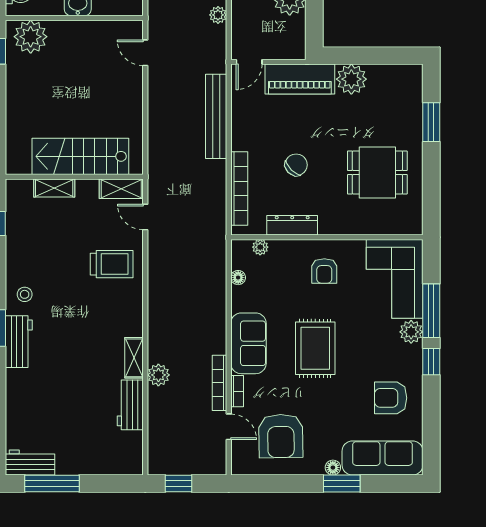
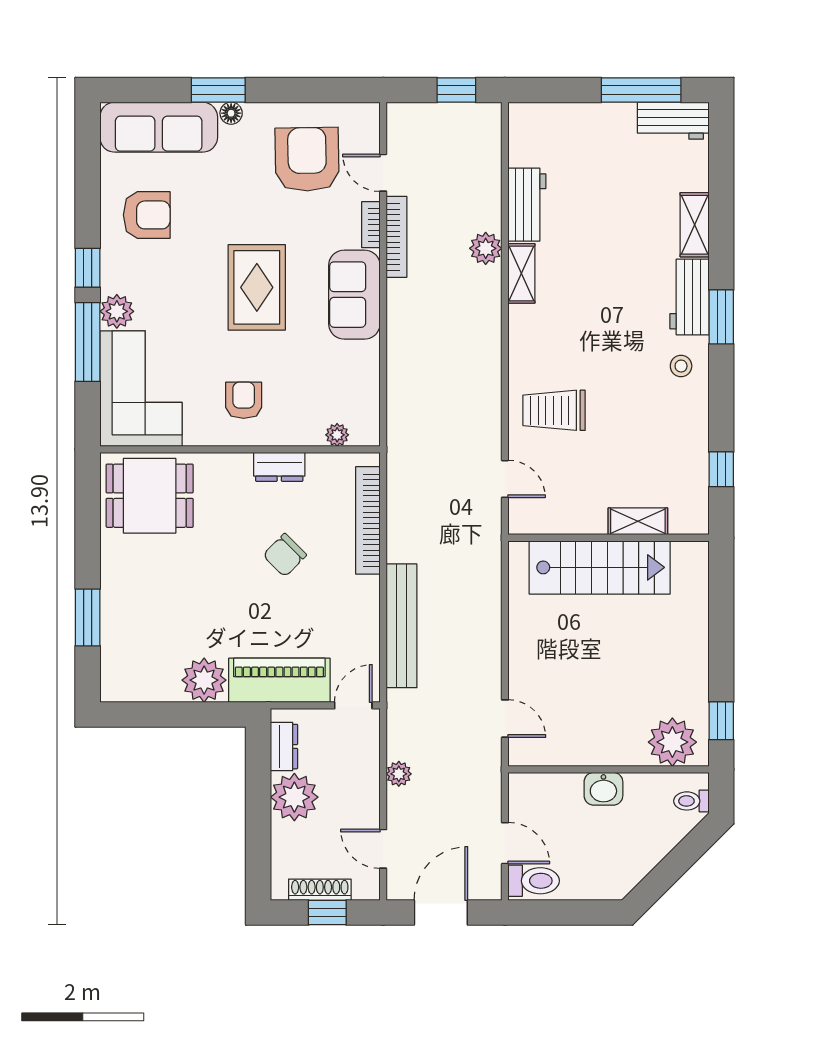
dresser: (297, 34) -> (284, 747), added
dining table: (377, 172) -> (150, 496), moved
shelving: (121, 189) -> (695, 225), moved, turned 90
dresser: (292, 225) -> (279, 467), width x0.70
floor lamp: (238, 278) -> (369, 391), removed

